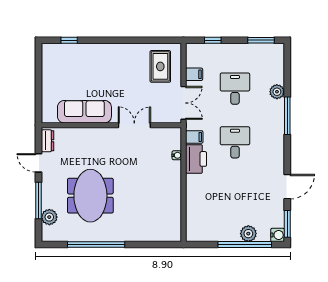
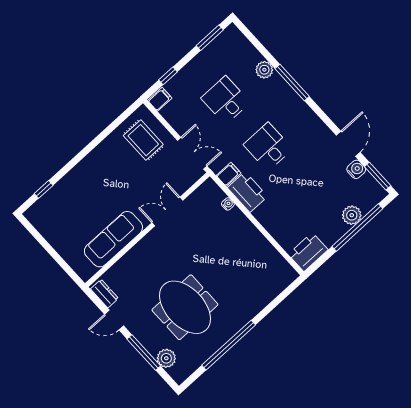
filing cabinet: (194, 74) -> (160, 99), moved
printer: (200, 232) -> (308, 252), added
water cooler: (278, 235) -> (356, 169), moved

